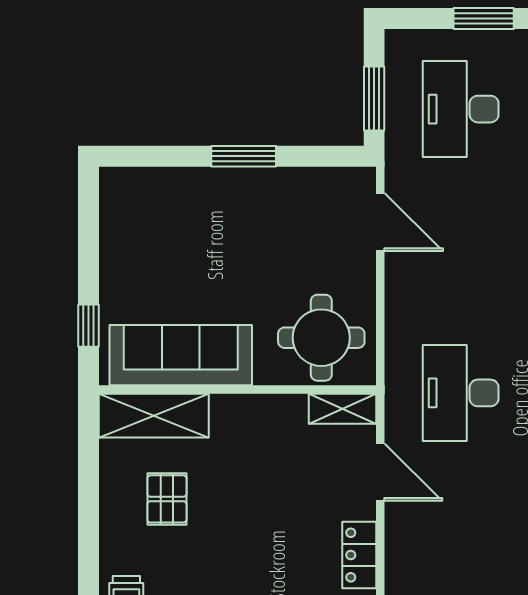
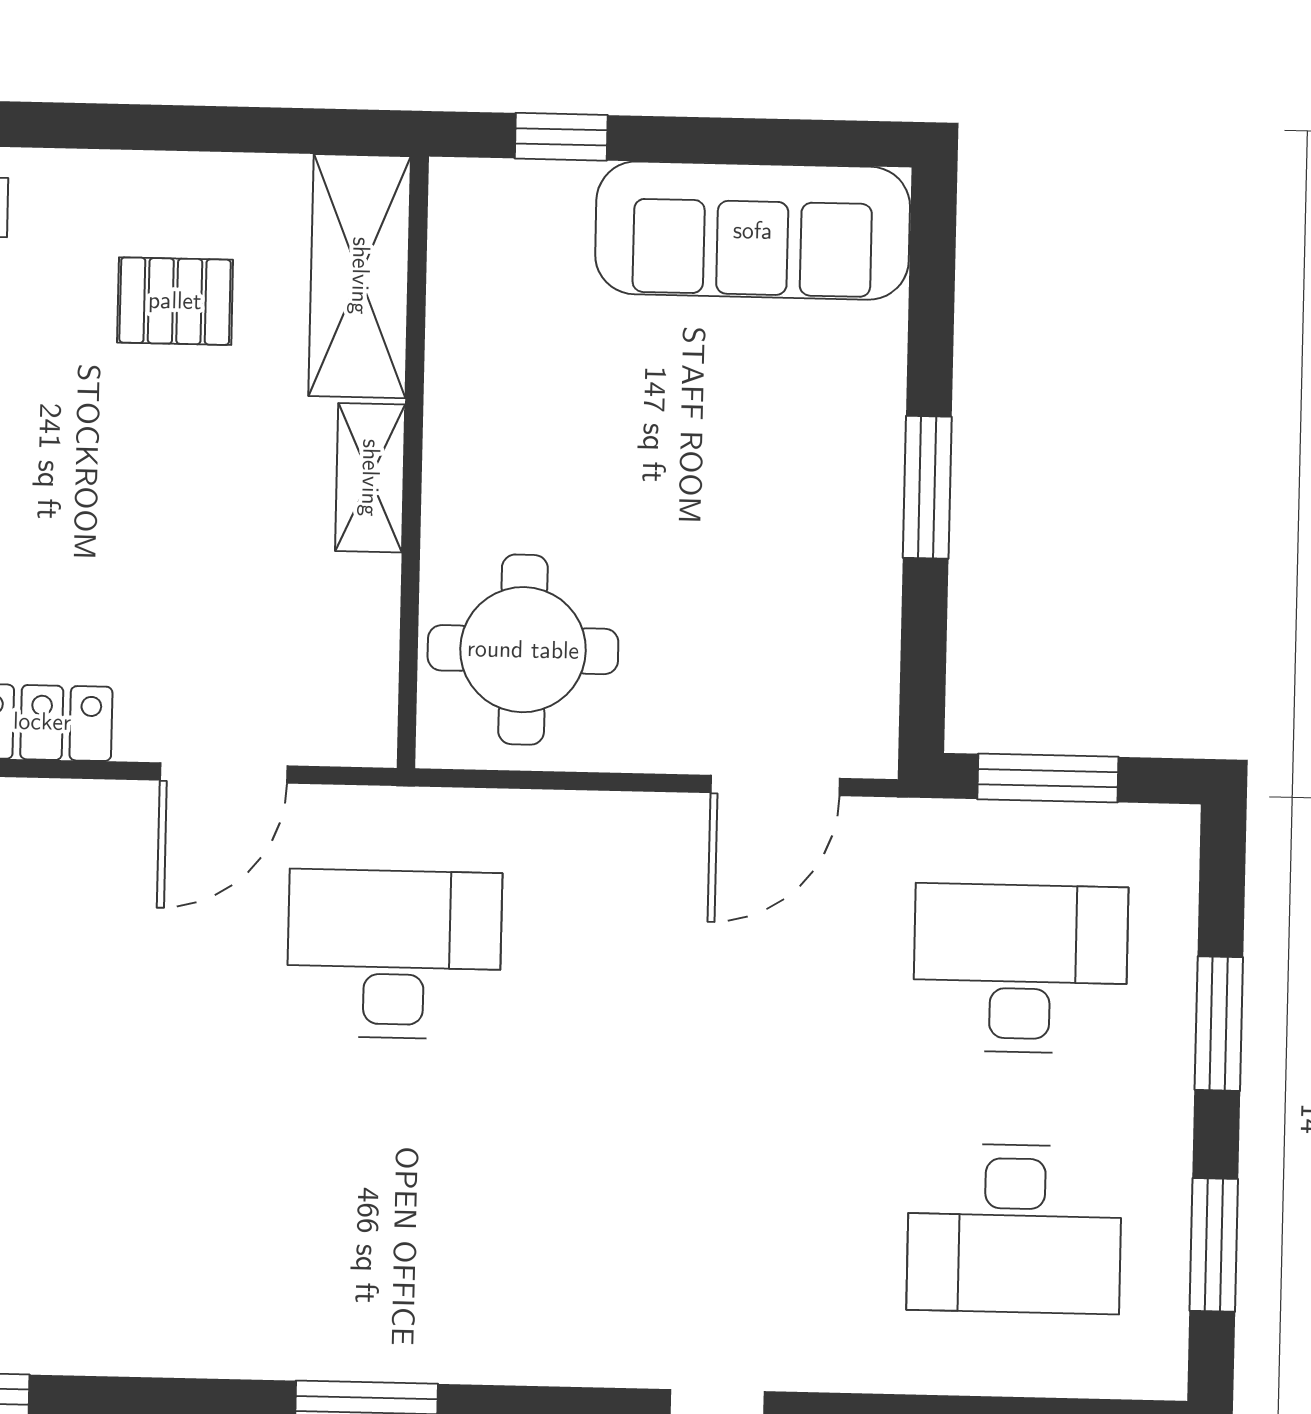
sofa: (181, 355) -> (753, 231), moved, turned 90
shelving: (343, 409) -> (370, 478), moved

